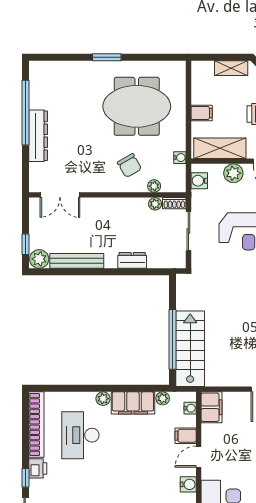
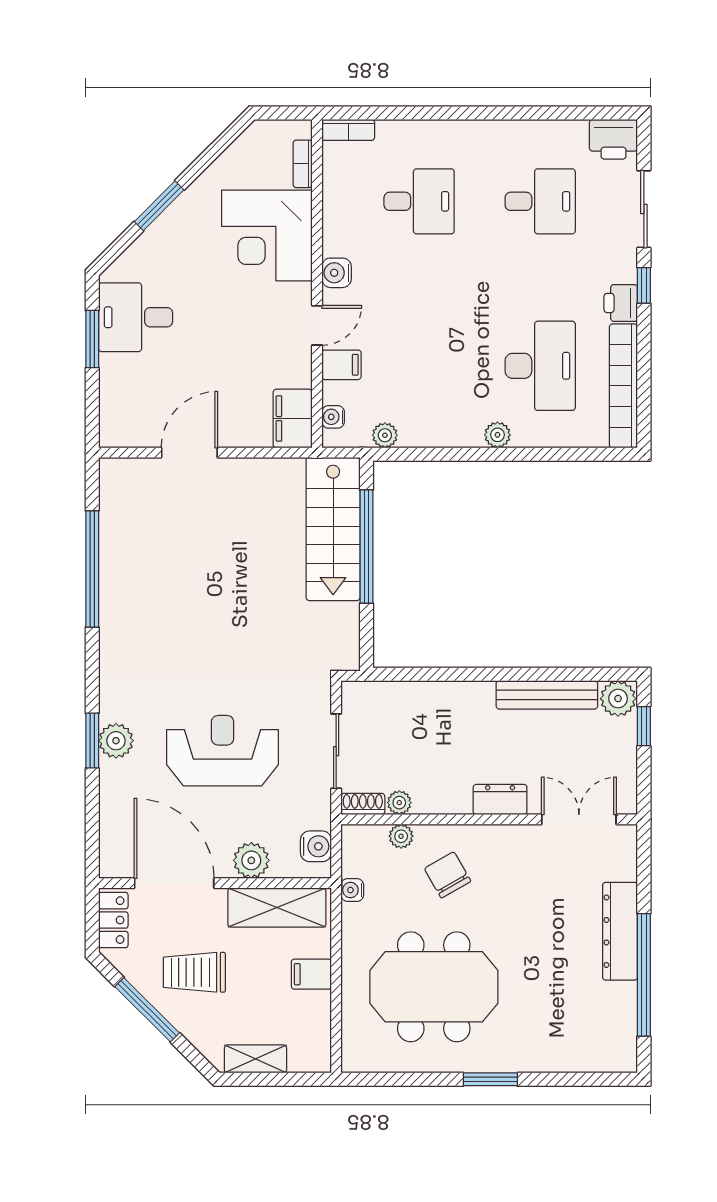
dresser: (132, 260) -> (500, 799), moved, turned 180
filing cabinet: (133, 403) -> (441, 427), removed

